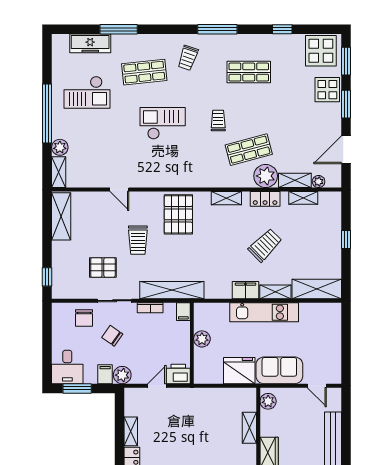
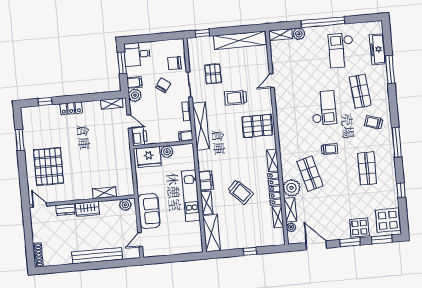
locker: (265, 199) -> (275, 189), width x1.53
shelving: (61, 216) -> (240, 40), width x1.47
fridge: (239, 371) -> (149, 157), moved, turned 90
shelving: (131, 431) -> (112, 104), moved

